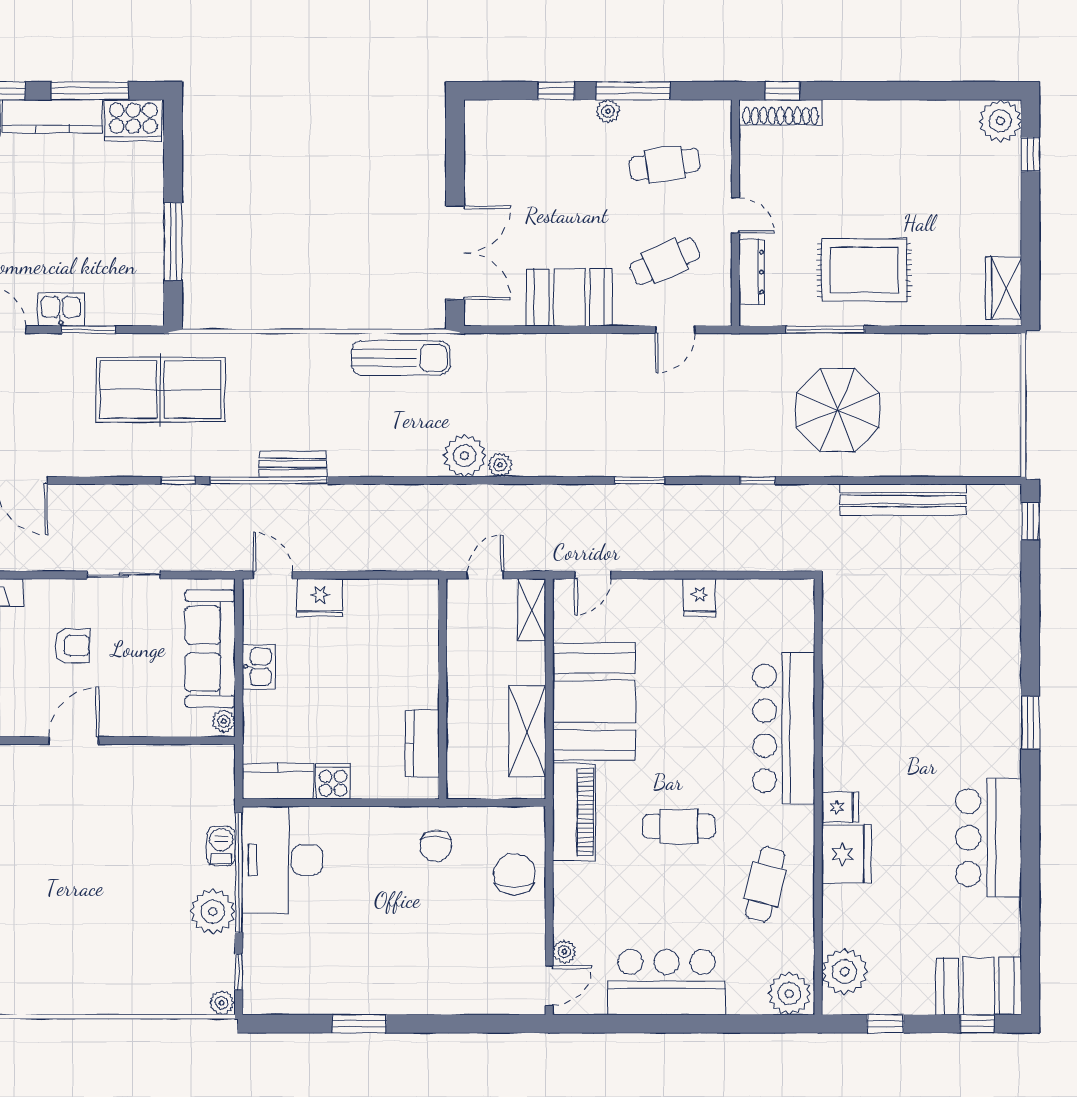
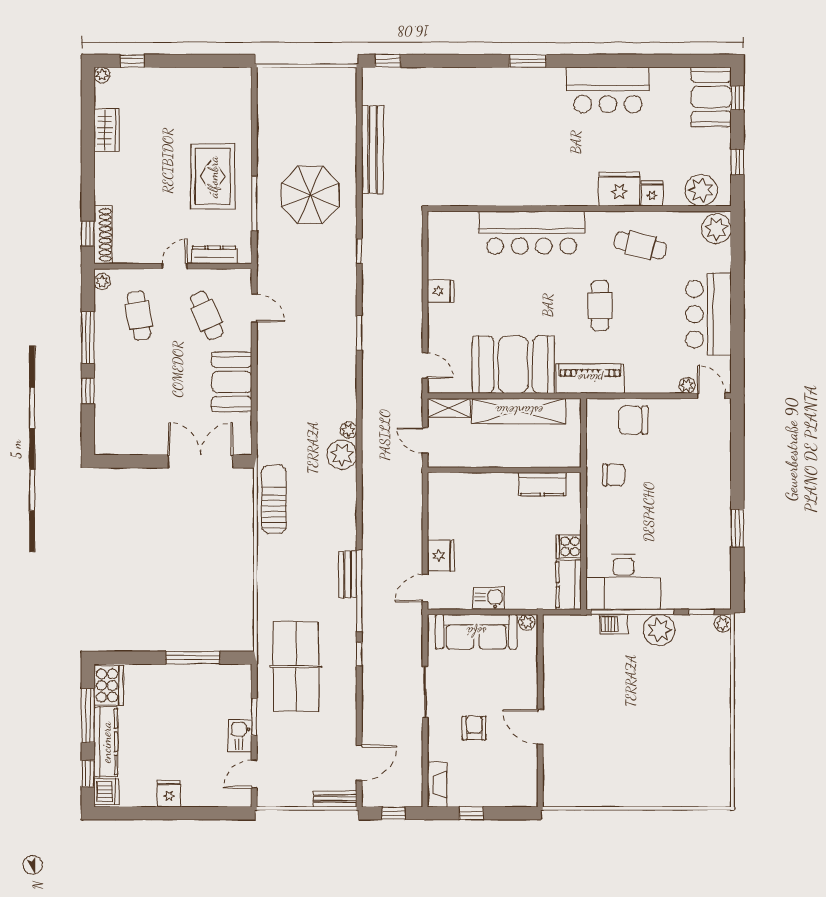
plant: (608, 111) -> (102, 282), moved
plant: (1000, 121) -> (102, 75), width x0.53, depth x0.53
wardrobe: (1004, 288) -> (107, 130), moved, turned -90
shelving: (527, 731) -> (519, 411), width x1.47
fridge: (840, 807) -> (652, 193), moved

